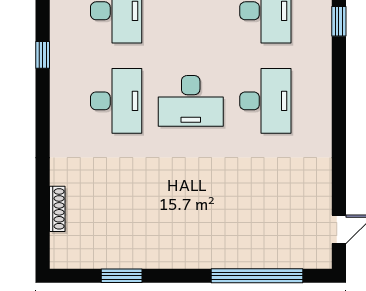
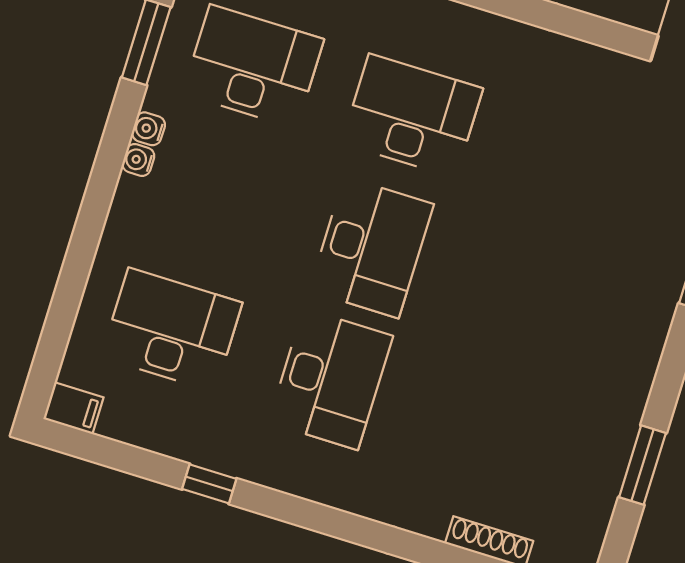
desk: (116, 101) -> (331, 379), turned 90

